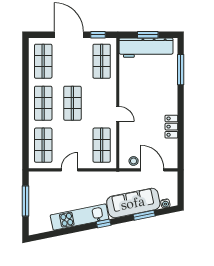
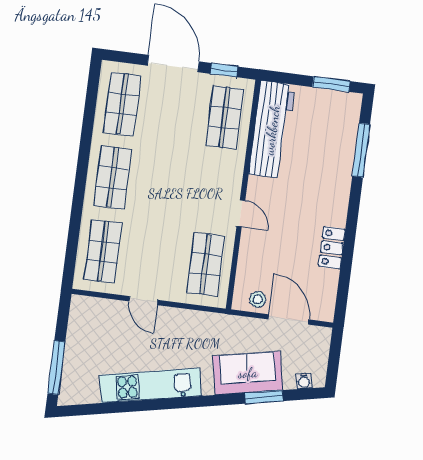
window: (148, 35) -> (331, 84), moved
workbench: (146, 48) -> (272, 130), moved, turned -90
shop shelf: (72, 103) -> (164, 184), removed
door: (69, 170) -> (143, 301), swing flipped
window: (25, 201) -> (56, 368), moved
sofa: (133, 203) -> (248, 373), width x0.73
window: (104, 223) -> (191, 402), removed

